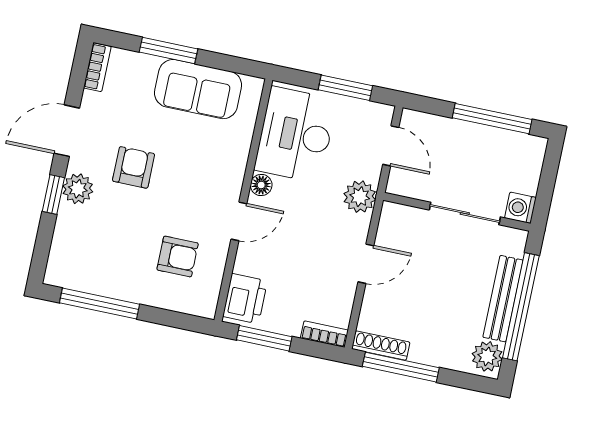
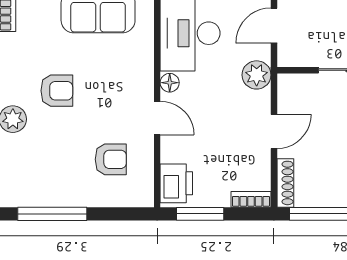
door: (391, 146) -> (274, 26), swing flipped
armchair: (134, 167) -> (57, 91), turned 90
door: (239, 221) -> (157, 118), hinge flipped
shoe rack: (381, 346) -> (285, 183), moved, turned 90

